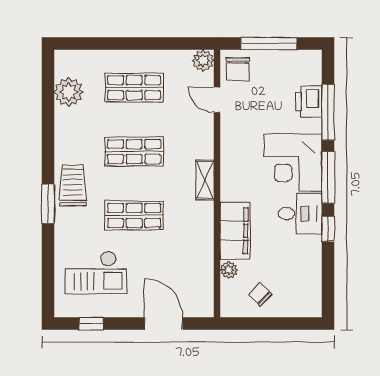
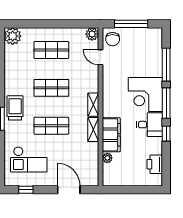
plant: (69, 92) -> (13, 36), moved
printer: (309, 101) -> (155, 164), moved
shelving: (205, 222) -> (93, 130), added
chair: (260, 294) -> (126, 173), removed

